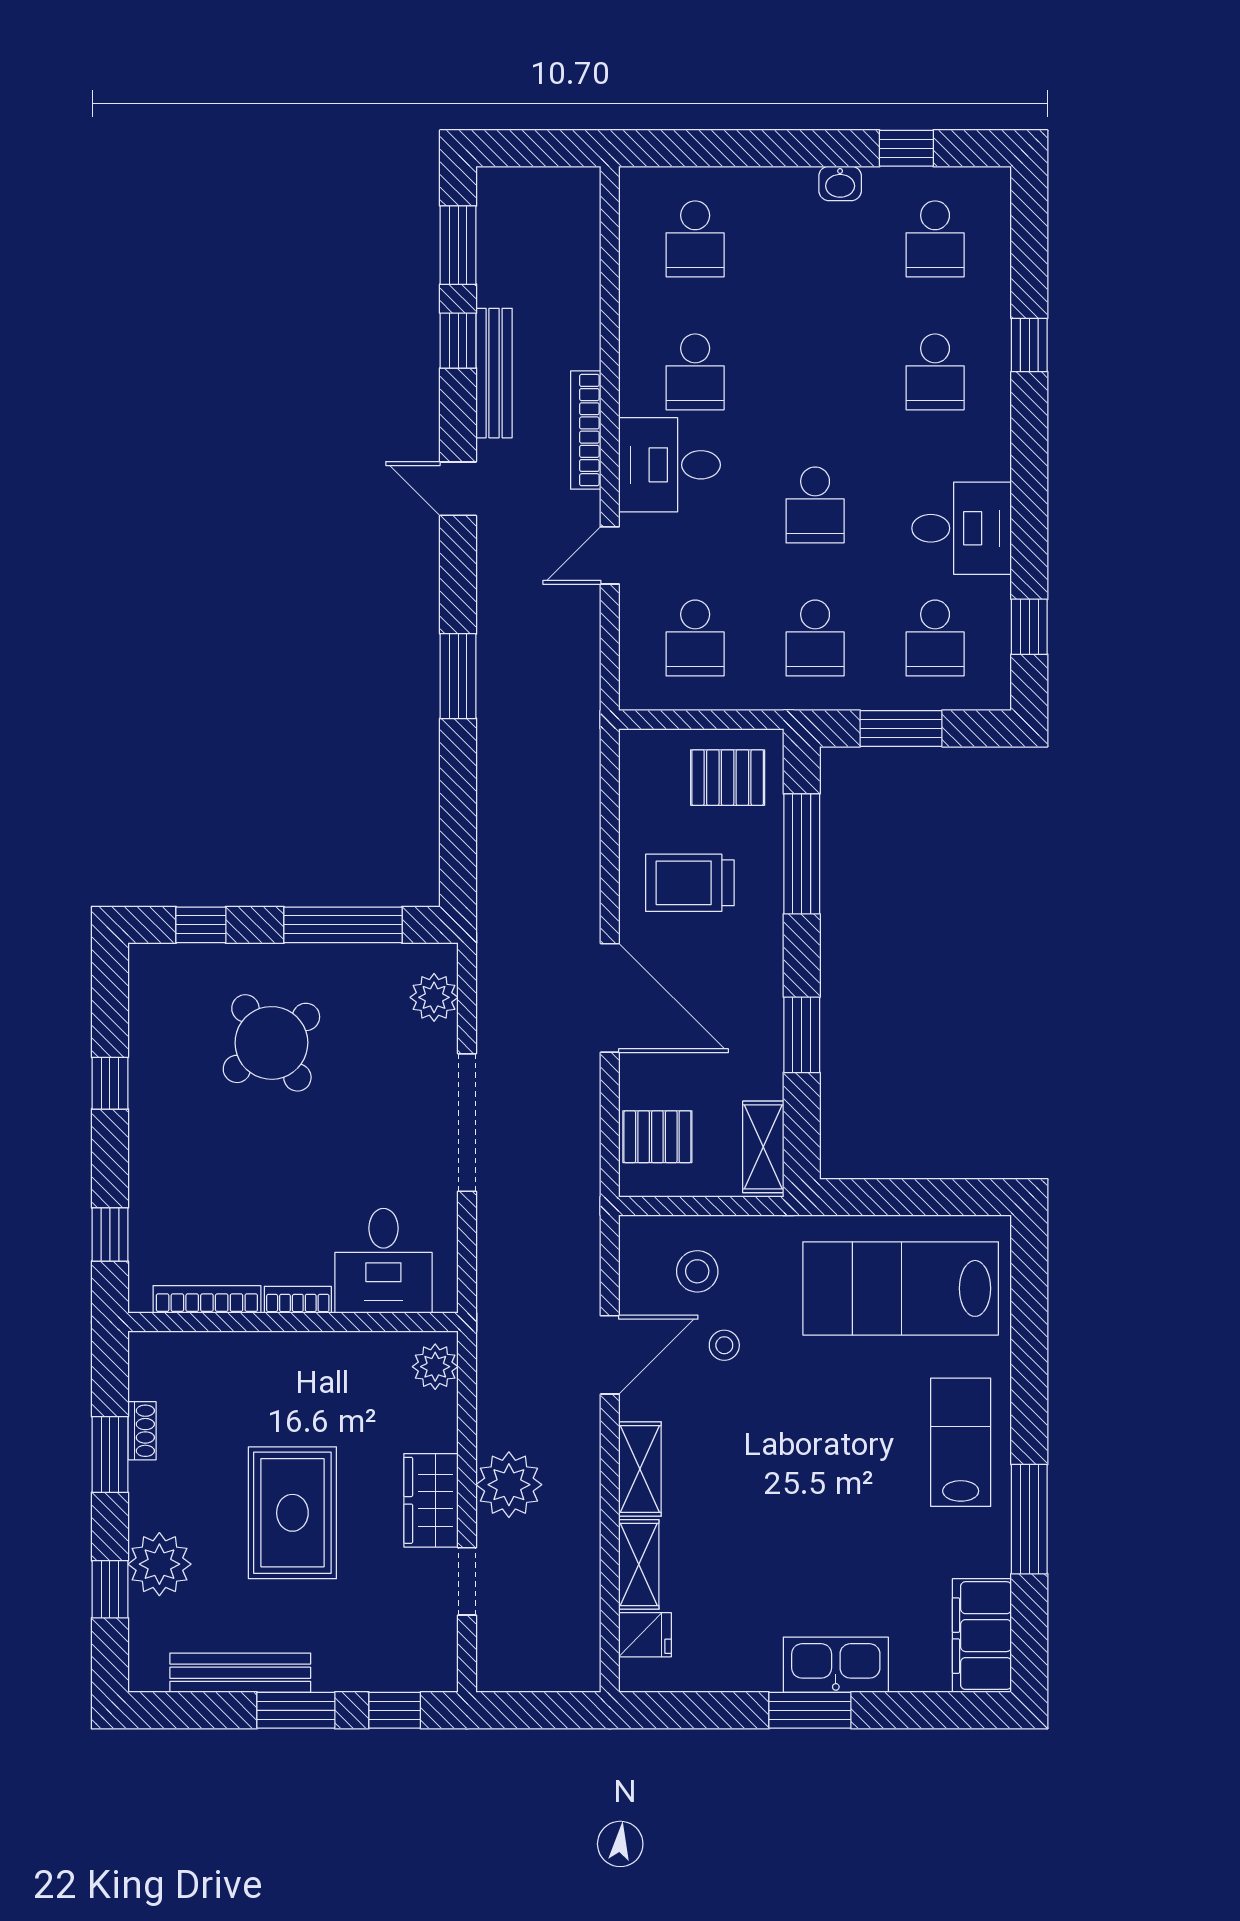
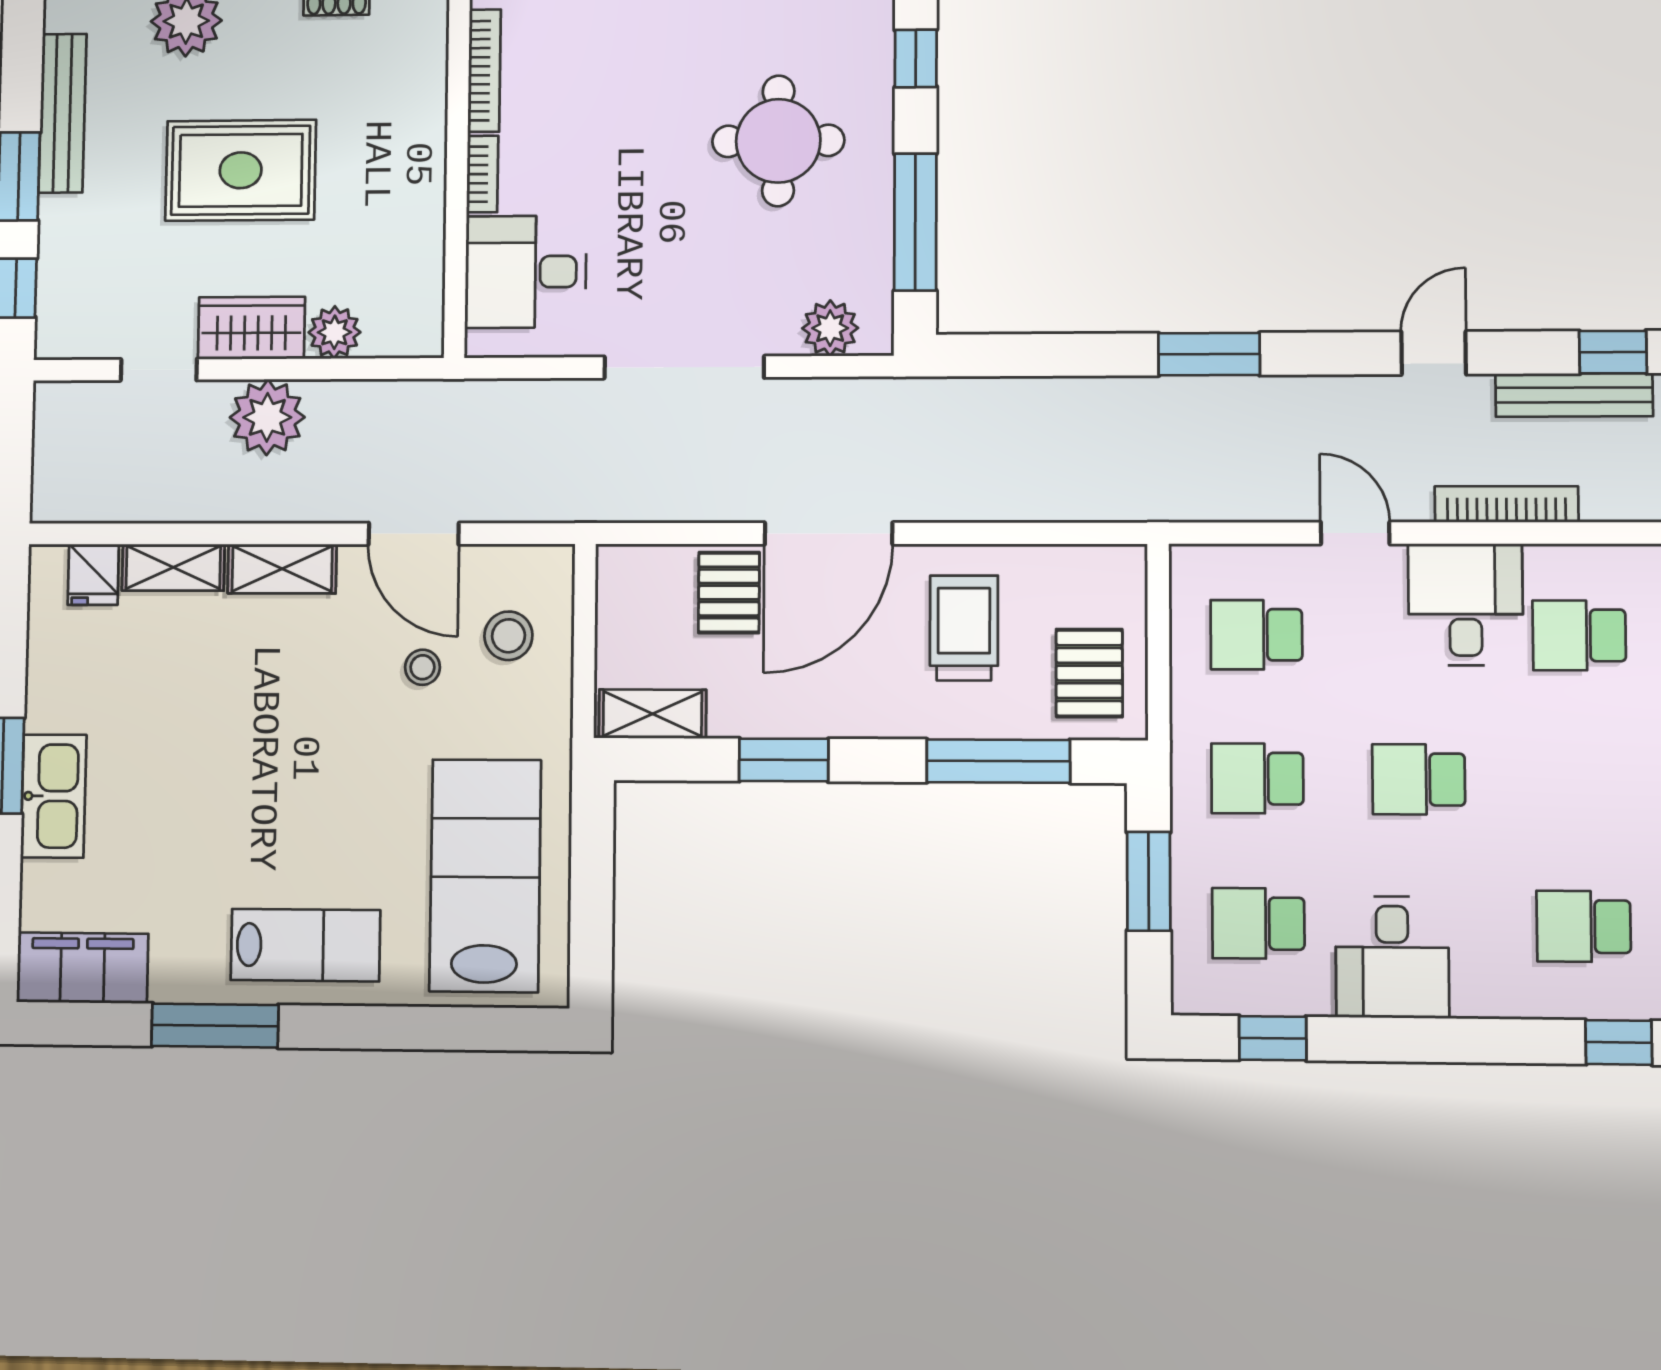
round table: (271, 1043) -> (778, 141), turned 37
pallet: (657, 1137) -> (729, 593), moved
plant: (435, 1367) -> (334, 332), moved

